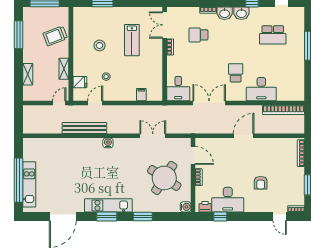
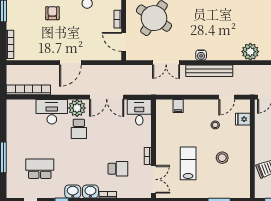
shelving: (64, 69) -> (260, 133), removed
plant: (237, 93) -> (77, 108), added
bench: (84, 128) -> (209, 71), moved
water cooler: (108, 143) -> (201, 55), moved
plant: (73, 146) -> (250, 52), added

